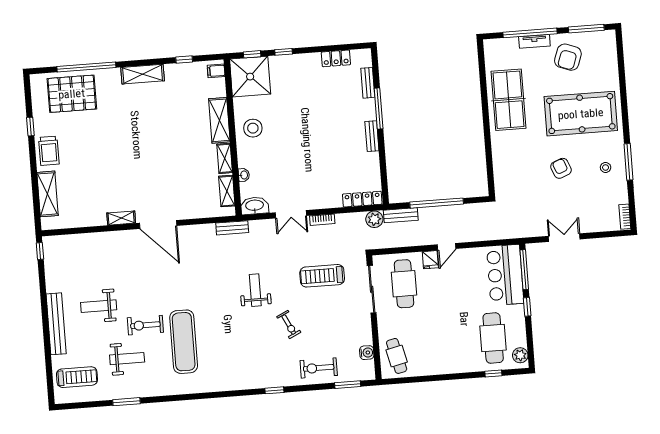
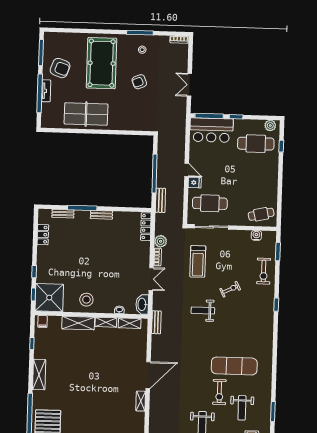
plant: (374, 219) -> (161, 241), moved
weight bench: (127, 359) -> (242, 408), turned 180

